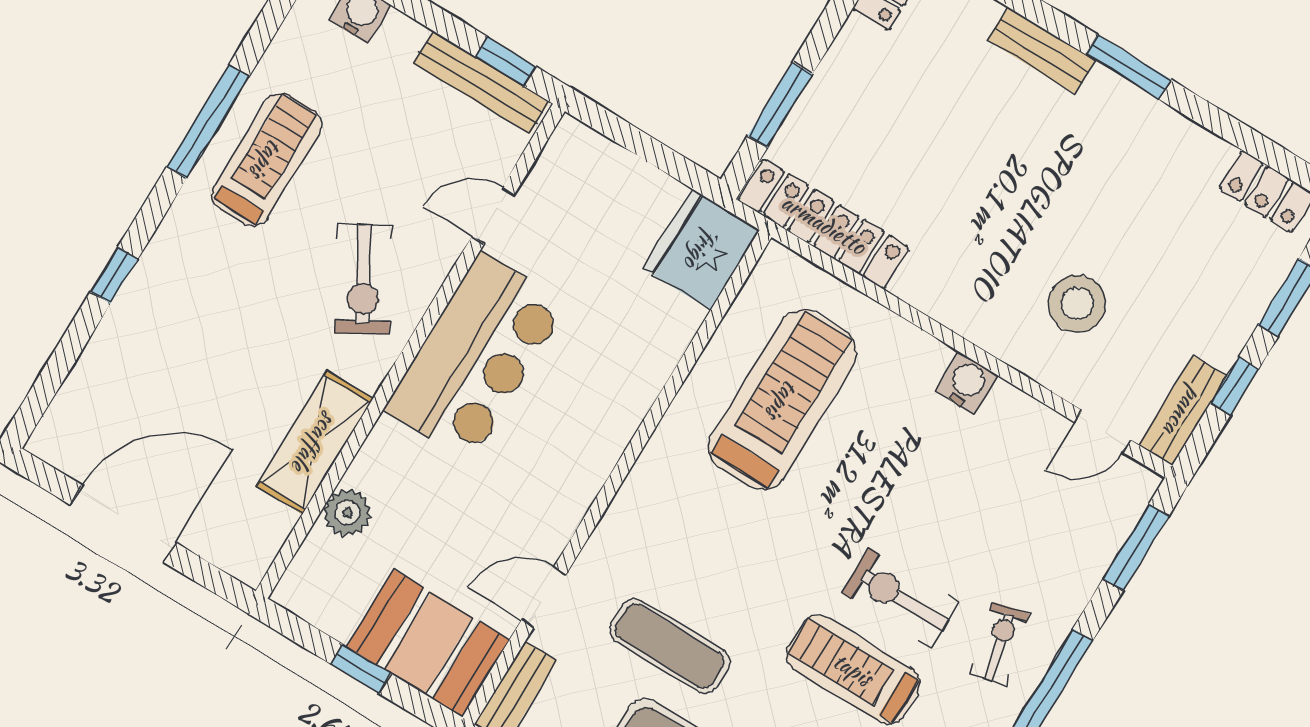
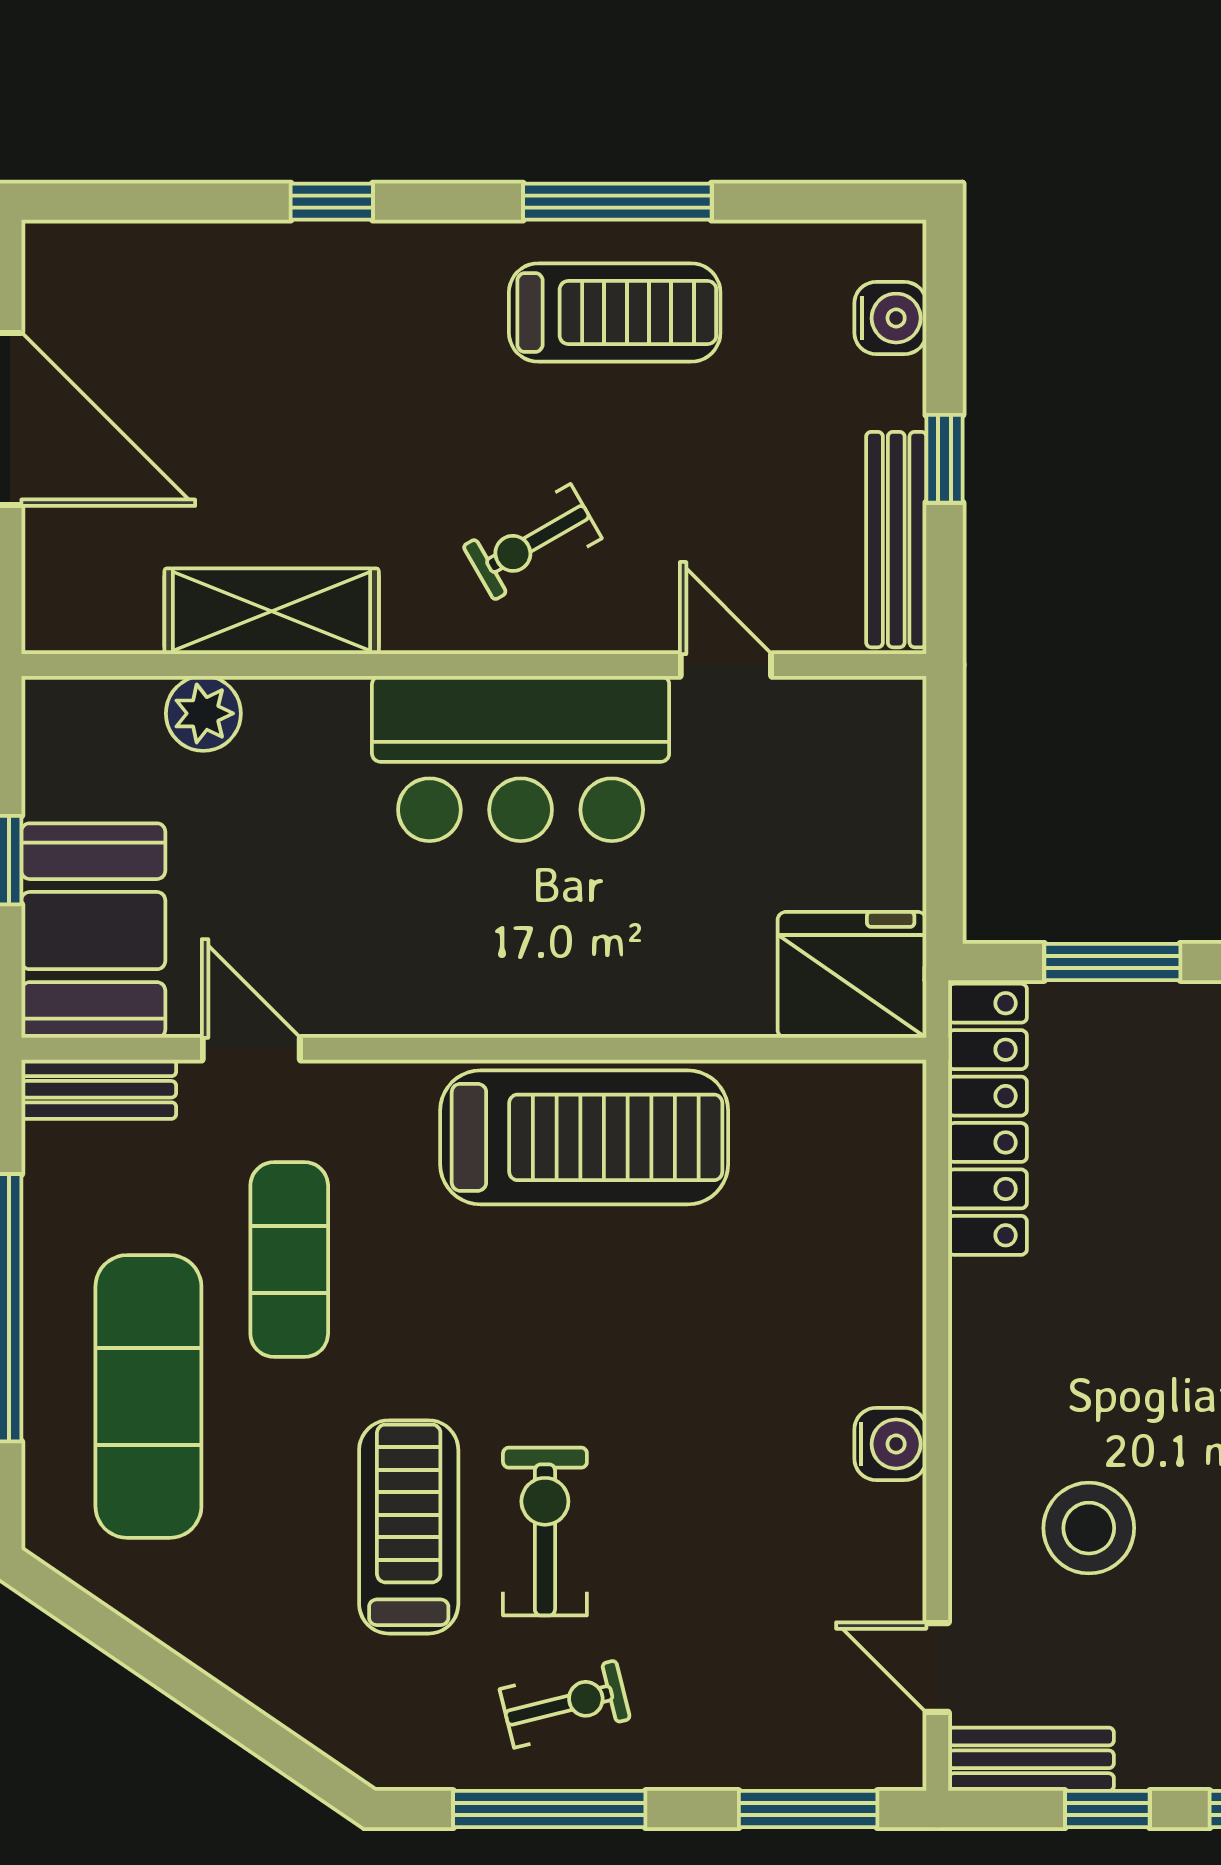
window: (506, 62) -> (944, 459), moved
exercise bike: (363, 279) -> (532, 542), width x0.73, depth x0.72
treadmill: (783, 400) -> (584, 1137), moved

